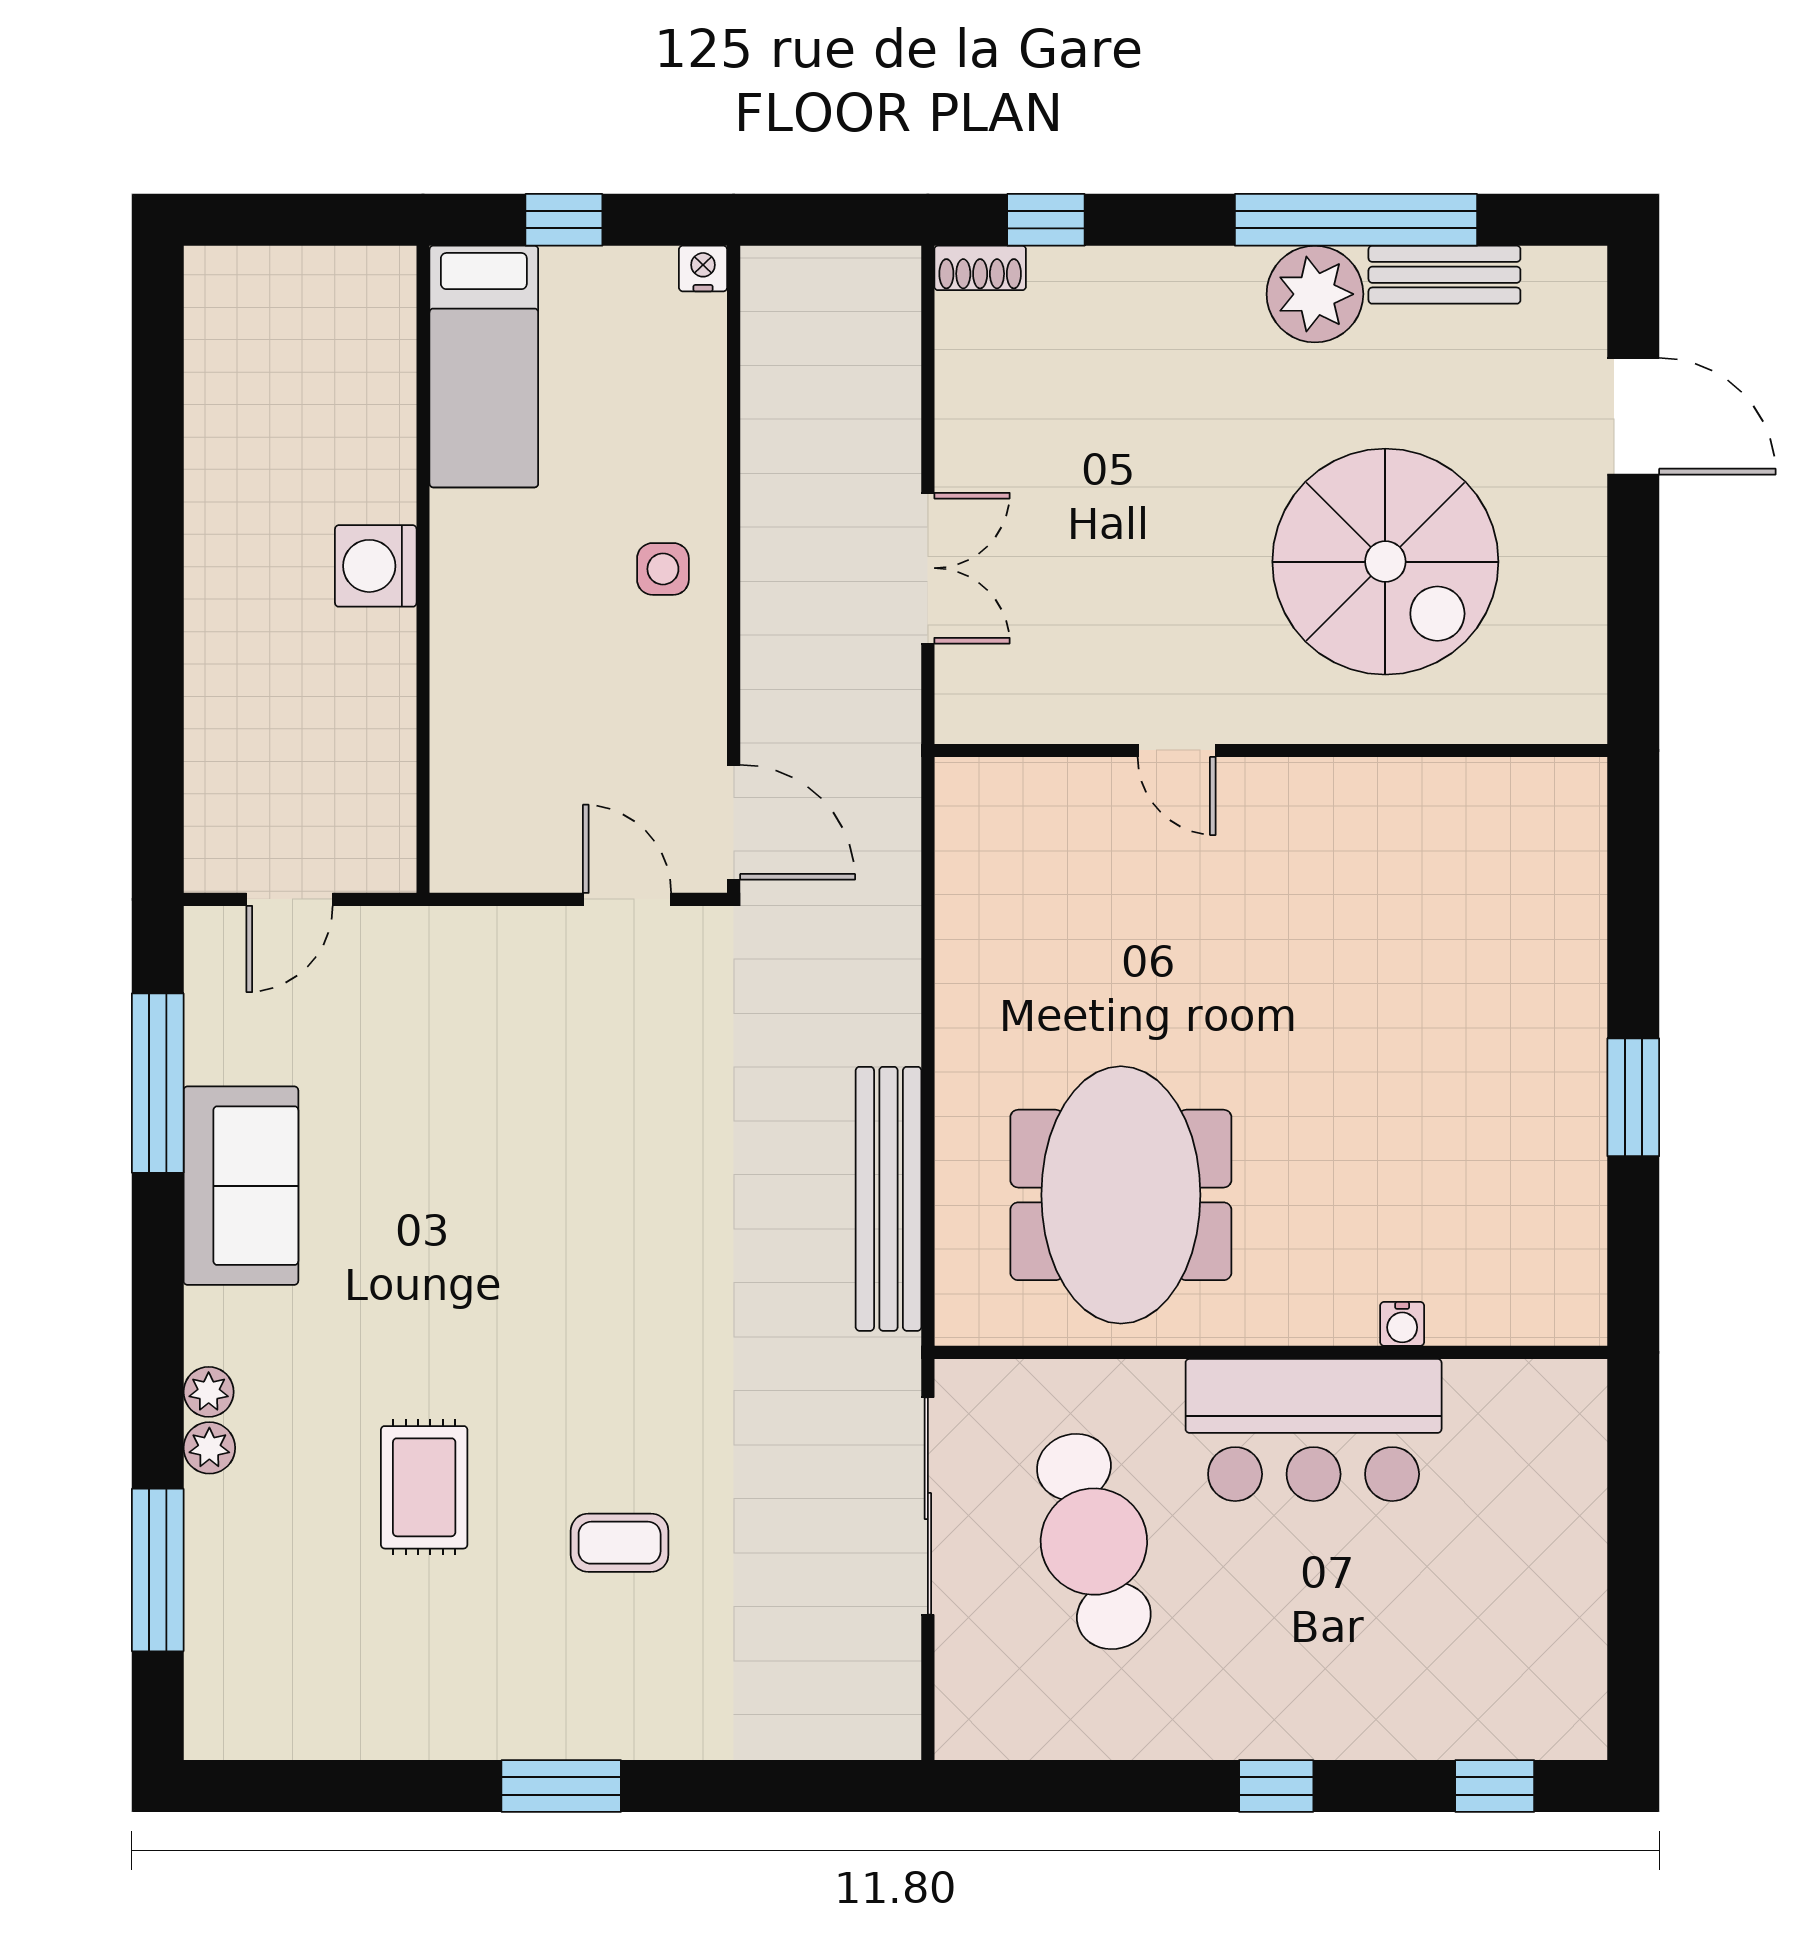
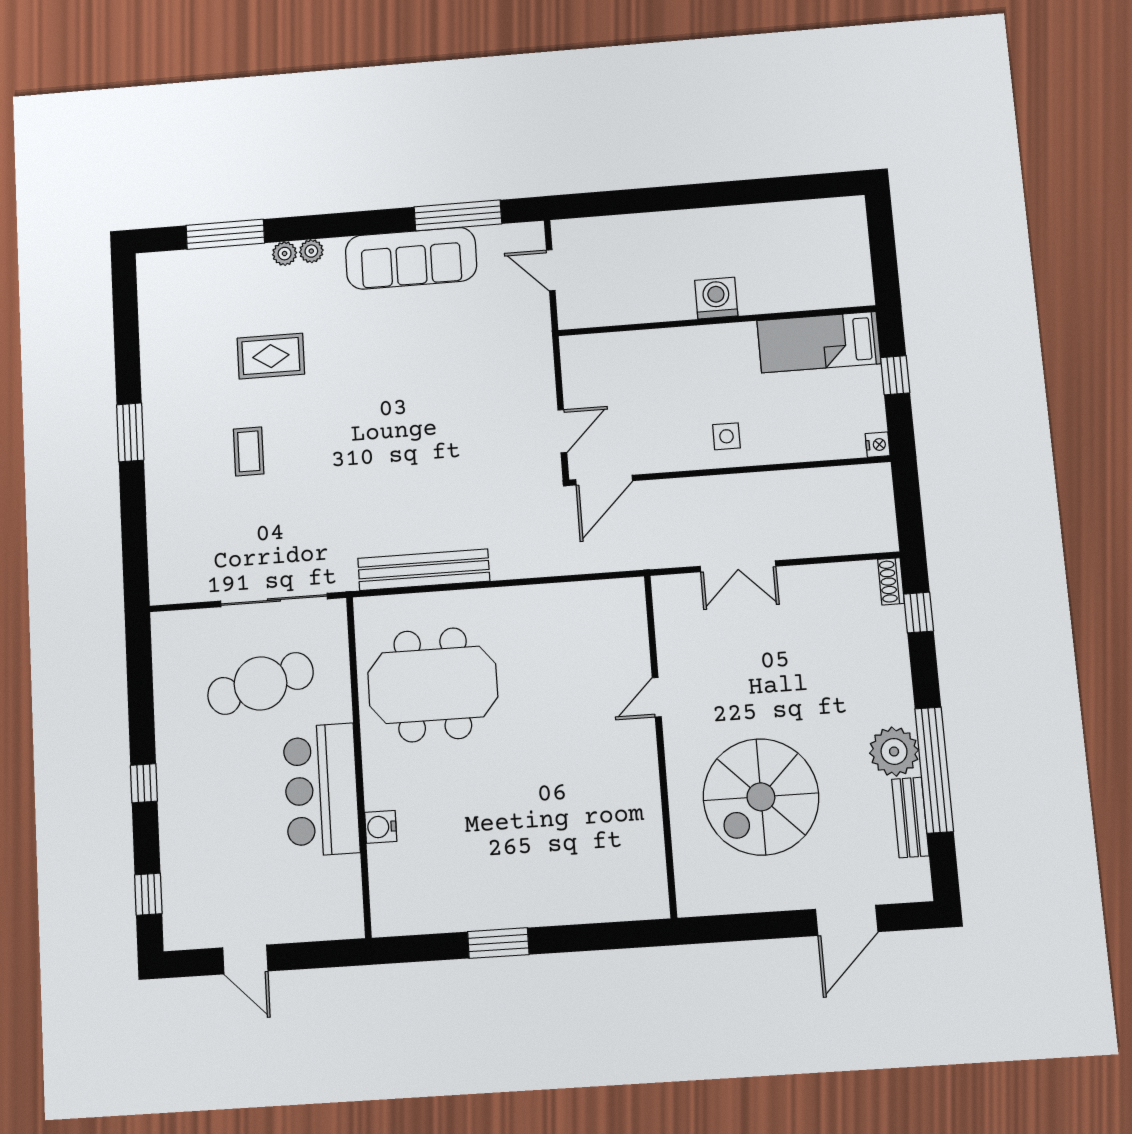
sofa: (241, 1186) -> (411, 258), width x1.36
water cooler: (1402, 1324) -> (381, 827), width x1.38, depth x1.38
door: (1633, 1598) -> (245, 959), added

